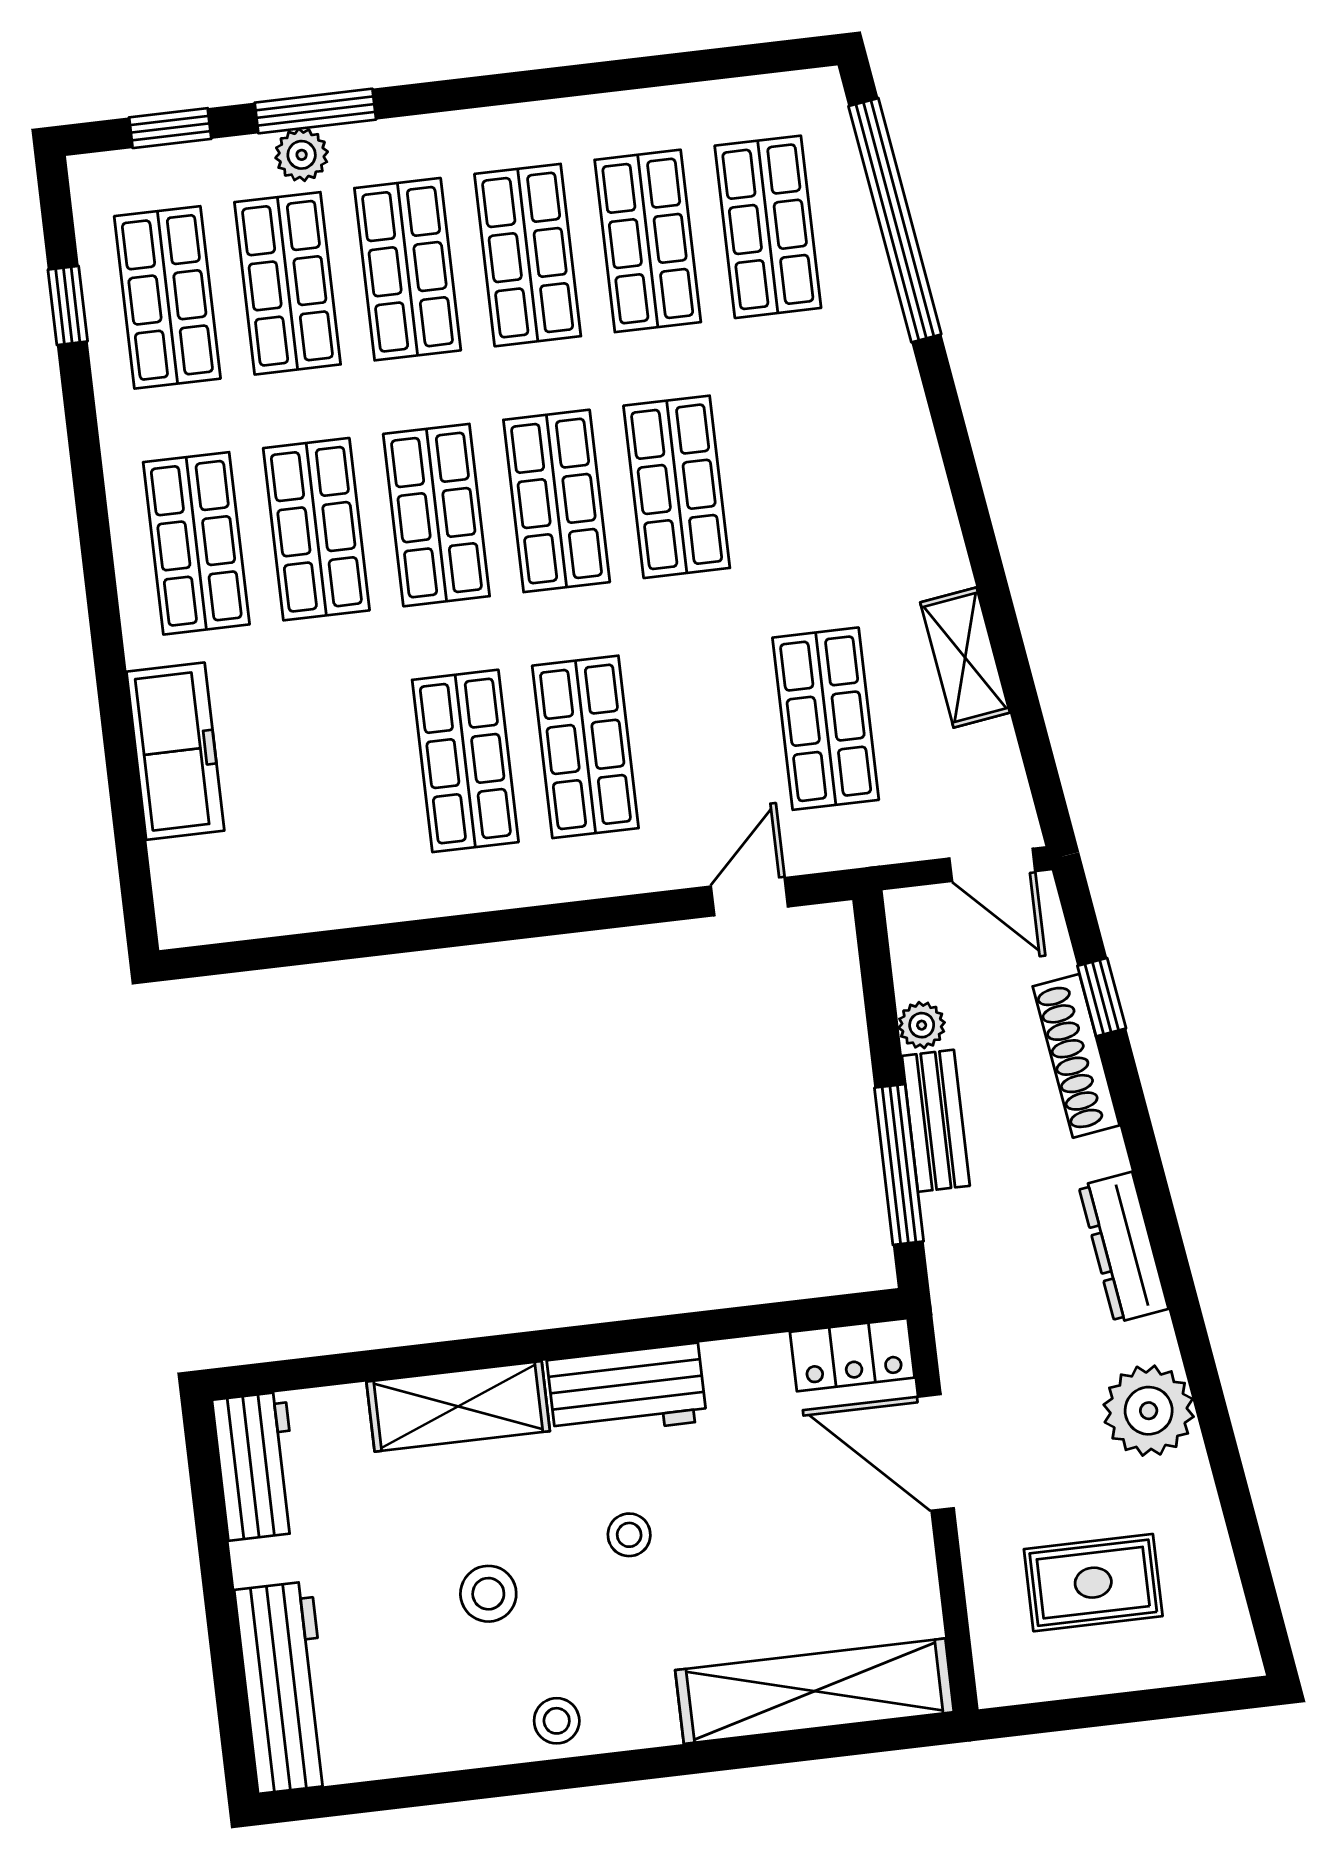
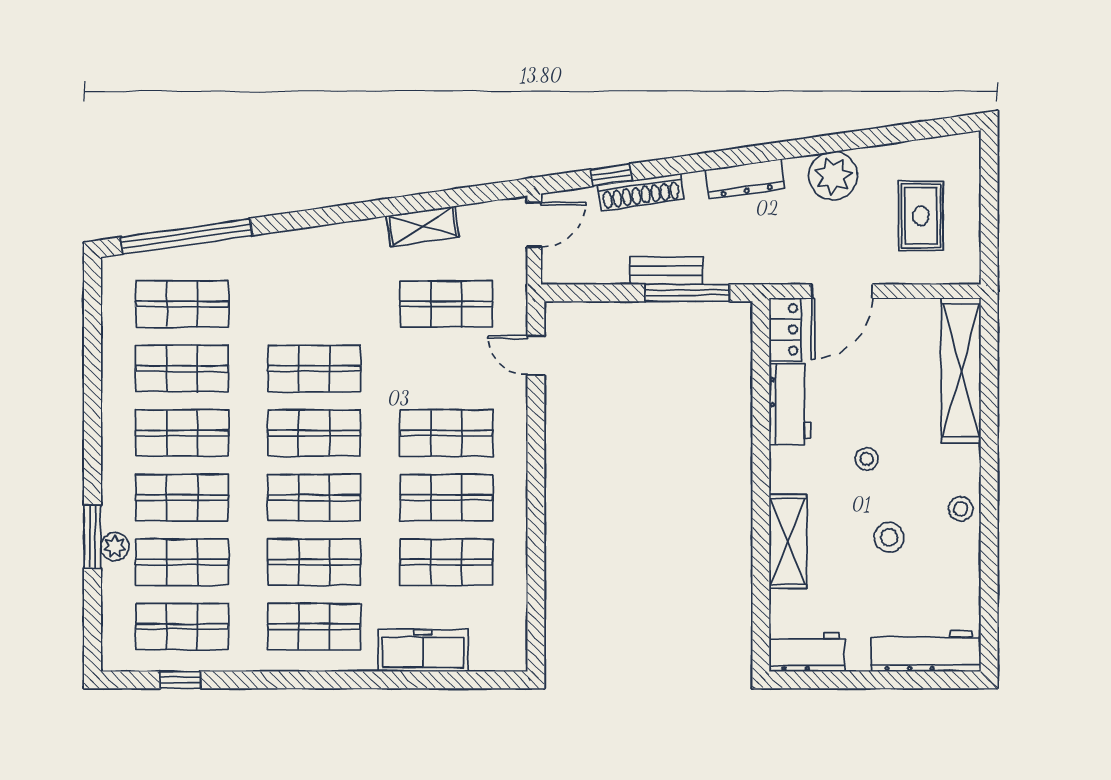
window: (170, 128) -> (93, 615), removed
shop shelf: (345, 775) -> (446, 562), added
plant: (922, 1025) -> (615, 272), removed
workbench: (627, 1391) -> (790, 404), moved

